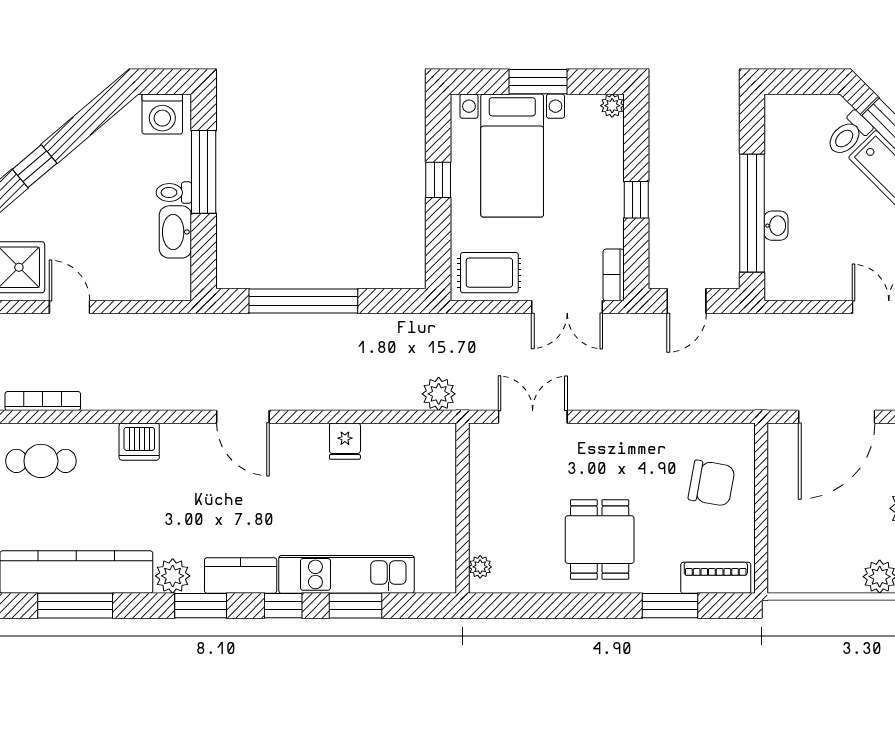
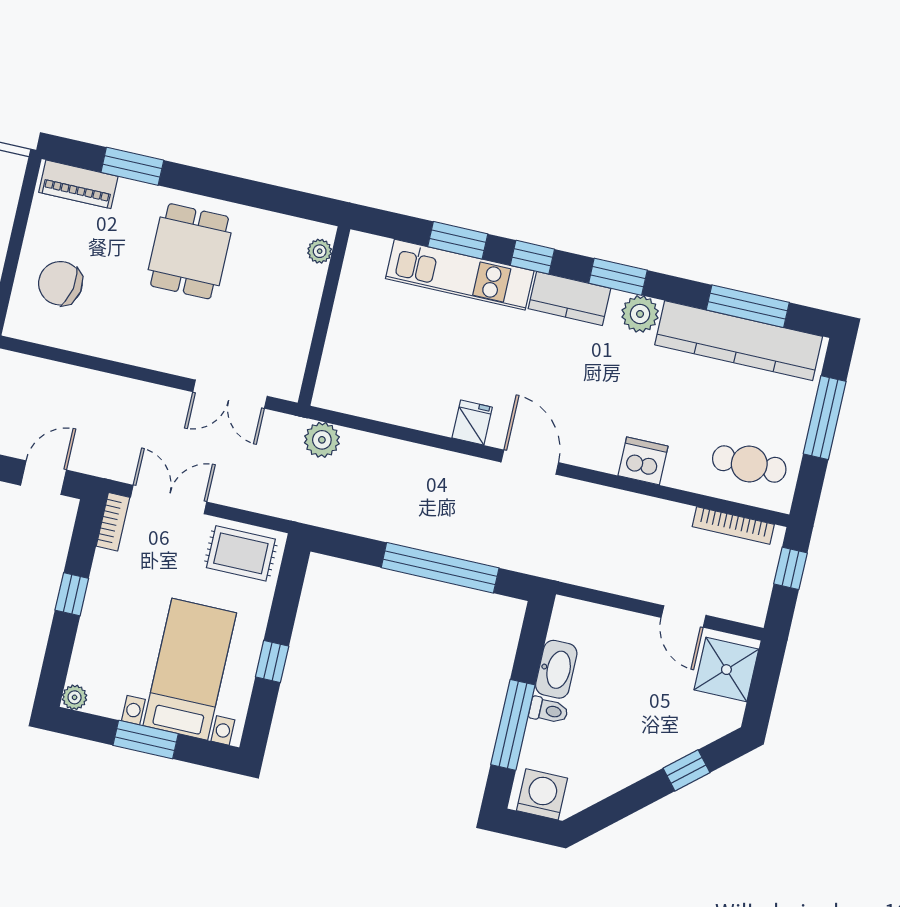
fridge: (345, 441) -> (472, 423), moved

